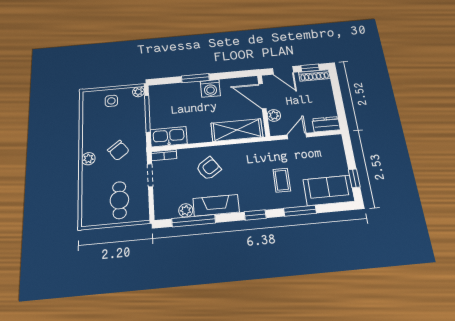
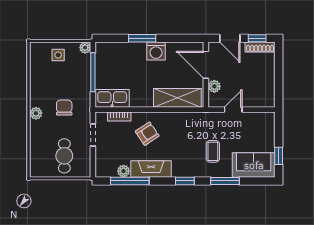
dresser: (326, 124) -> (263, 100), removed
chair: (118, 150) -> (64, 108), turned -143
bookcase: (164, 155) -> (119, 117), moved

